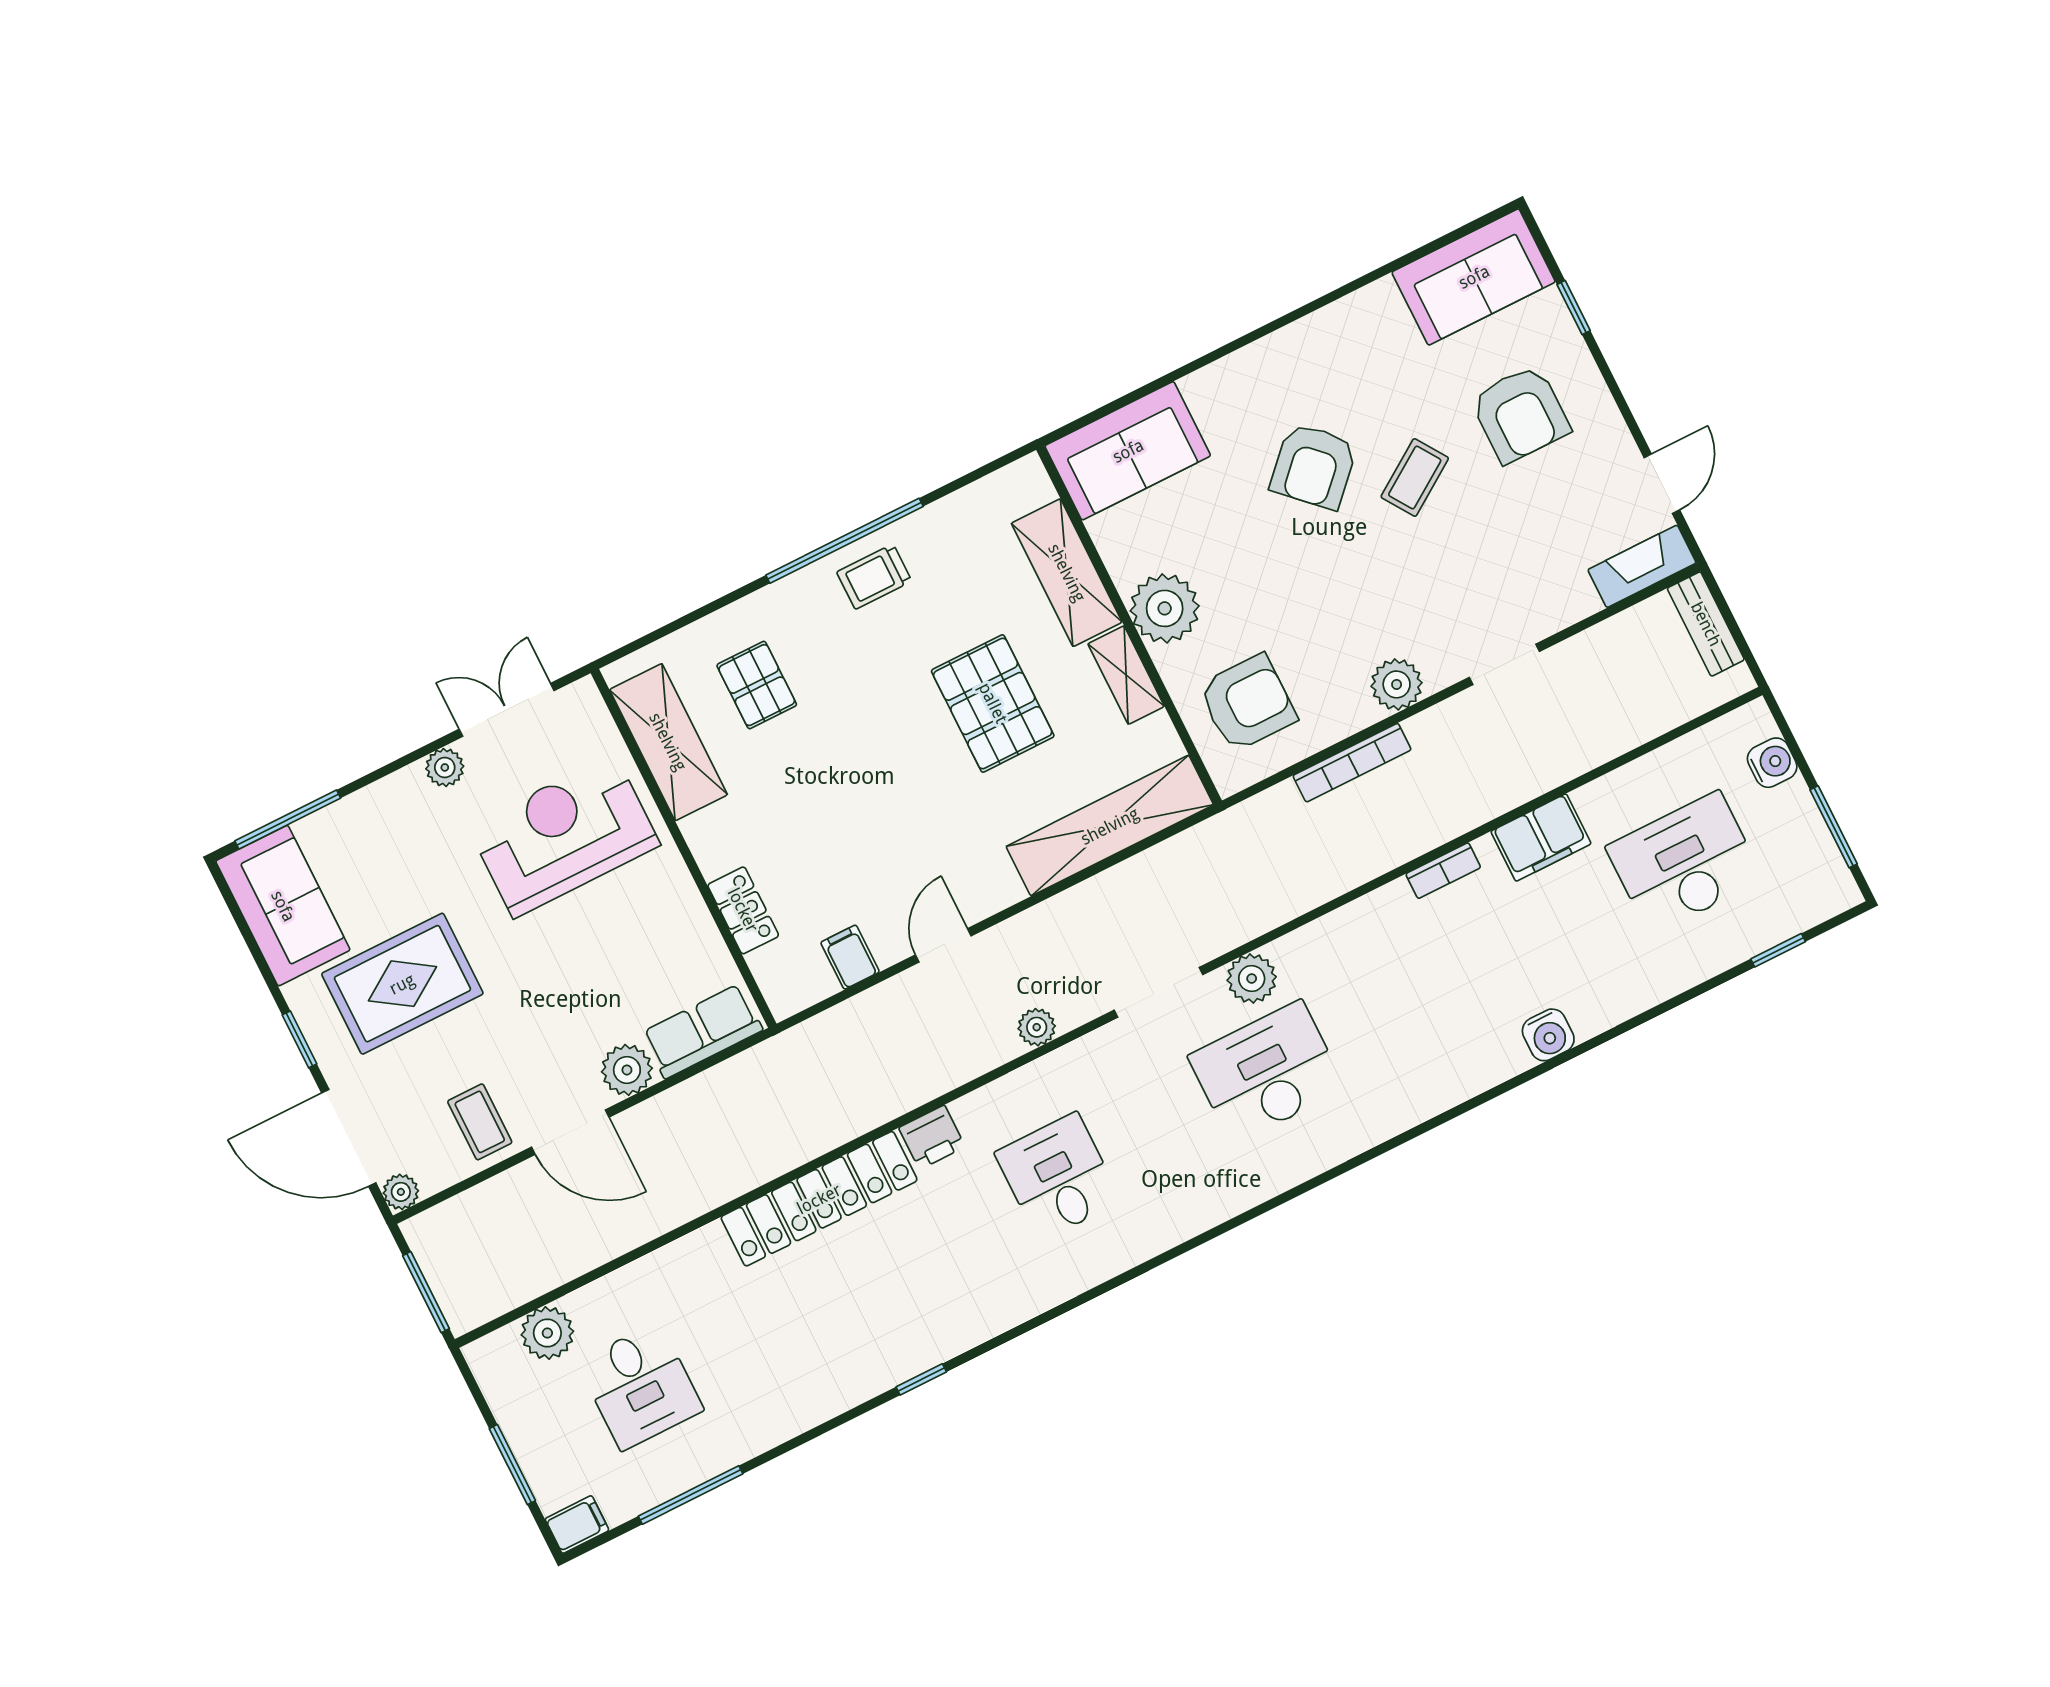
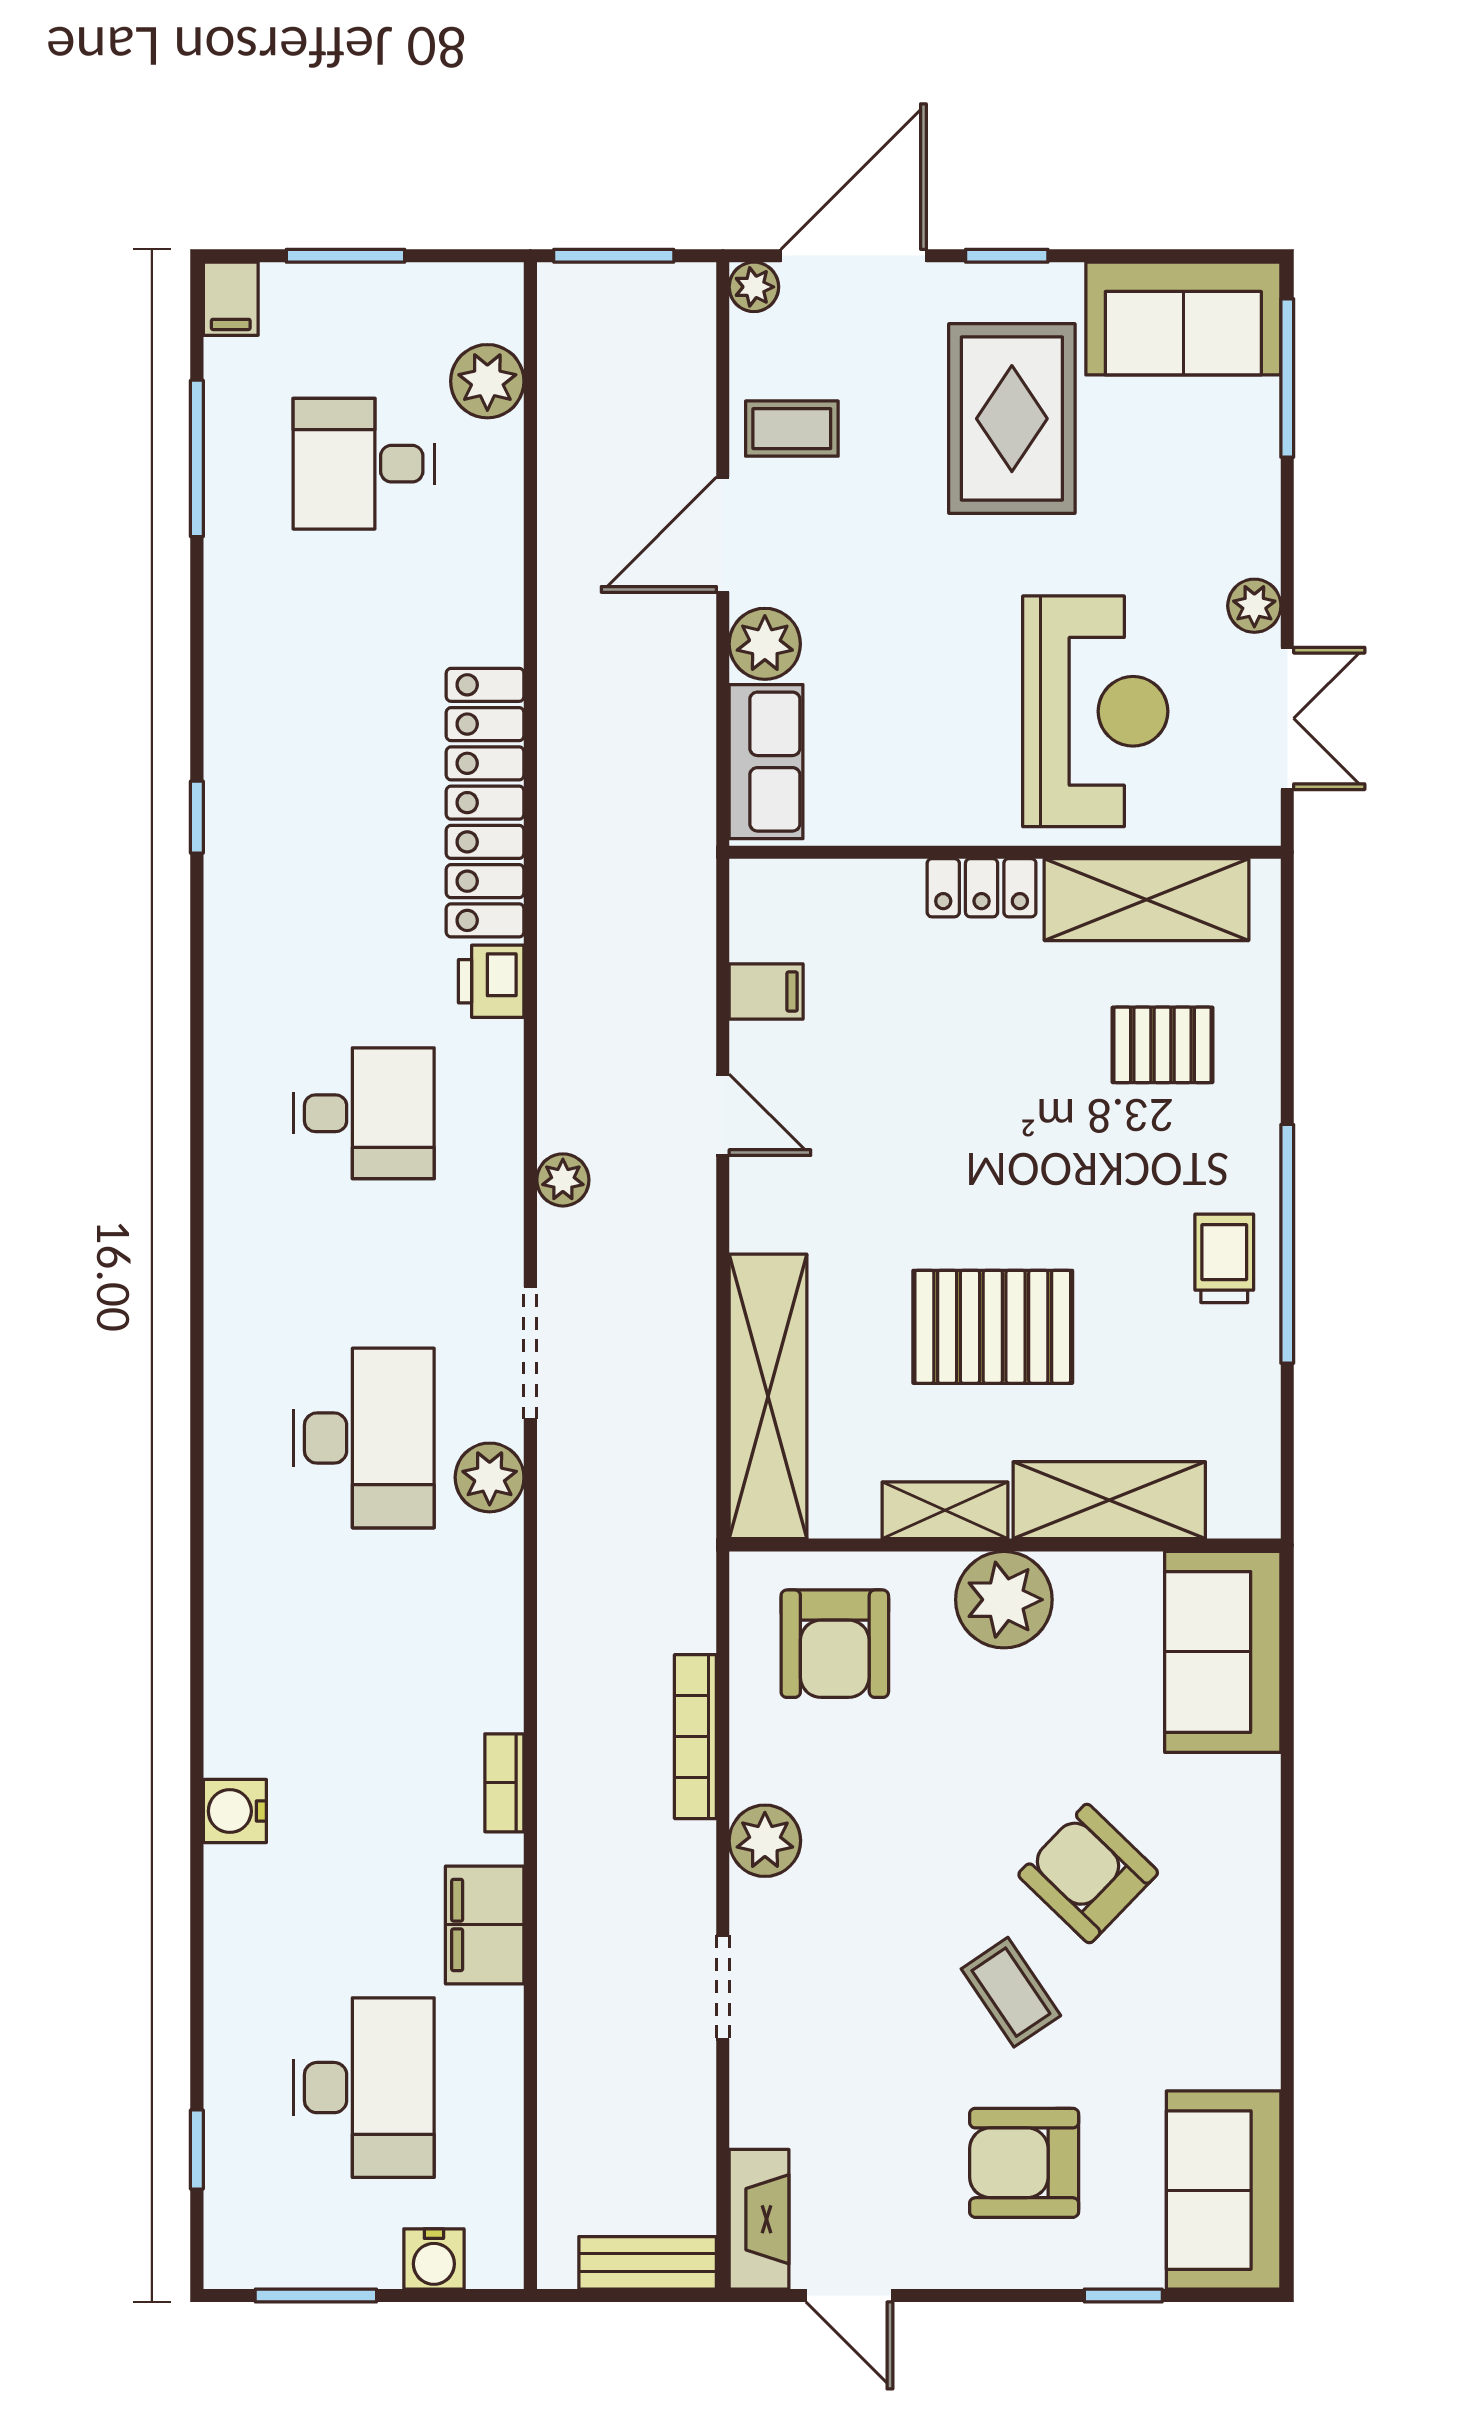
locker: (743, 910) -> (982, 888), moved

